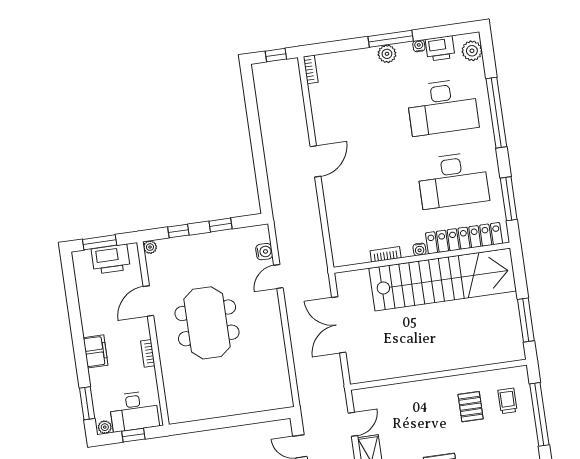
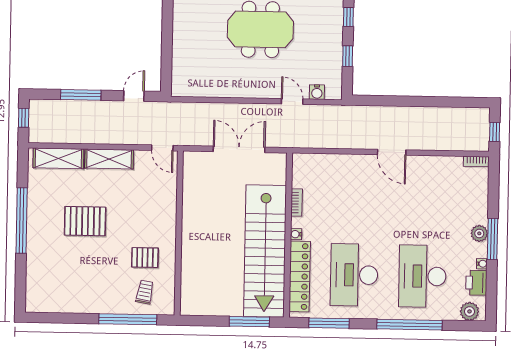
window: (526, 320) -> (249, 322), moved
trolley: (507, 401) -> (145, 292), turned -80
door: (353, 424) -> (162, 148), moved

